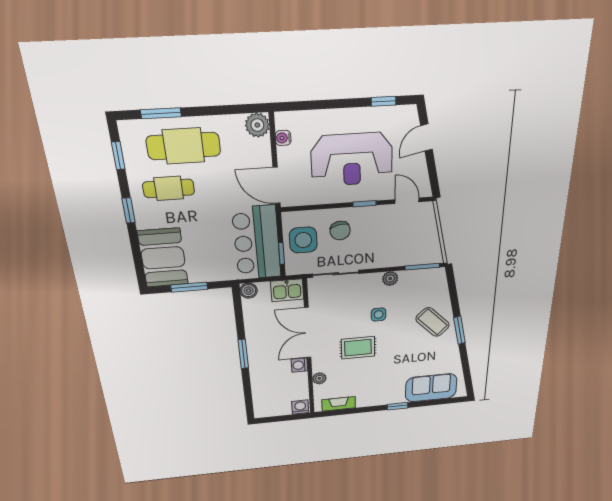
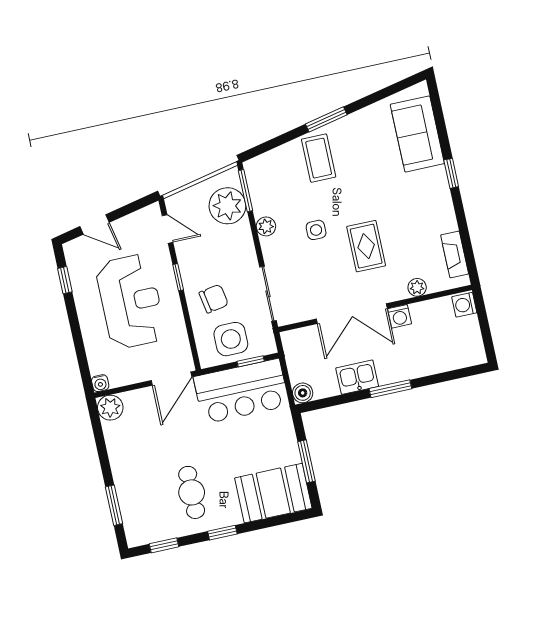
water cooler: (283, 138) -> (100, 383), moved
cafe table: (184, 146) -> (144, 480), removed
door: (407, 201) -> (168, 229), swing flipped
plant: (414, 251) -> (227, 206), added
kitchen sink: (287, 290) -> (357, 377), moved, turned -90
coffee table: (433, 322) -> (319, 158), turned -45

